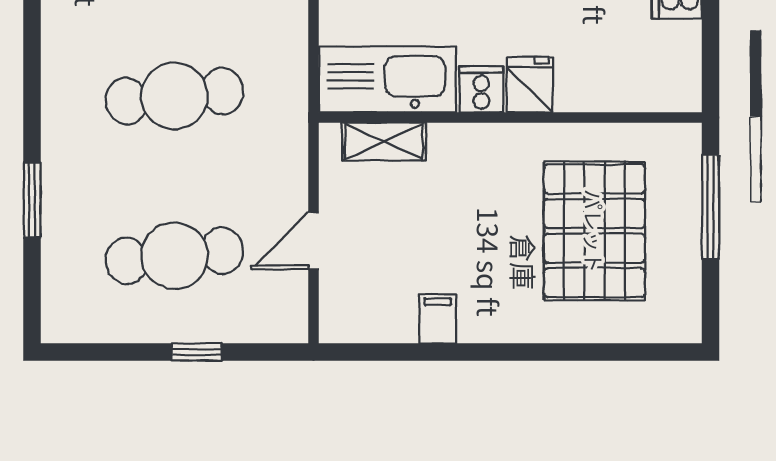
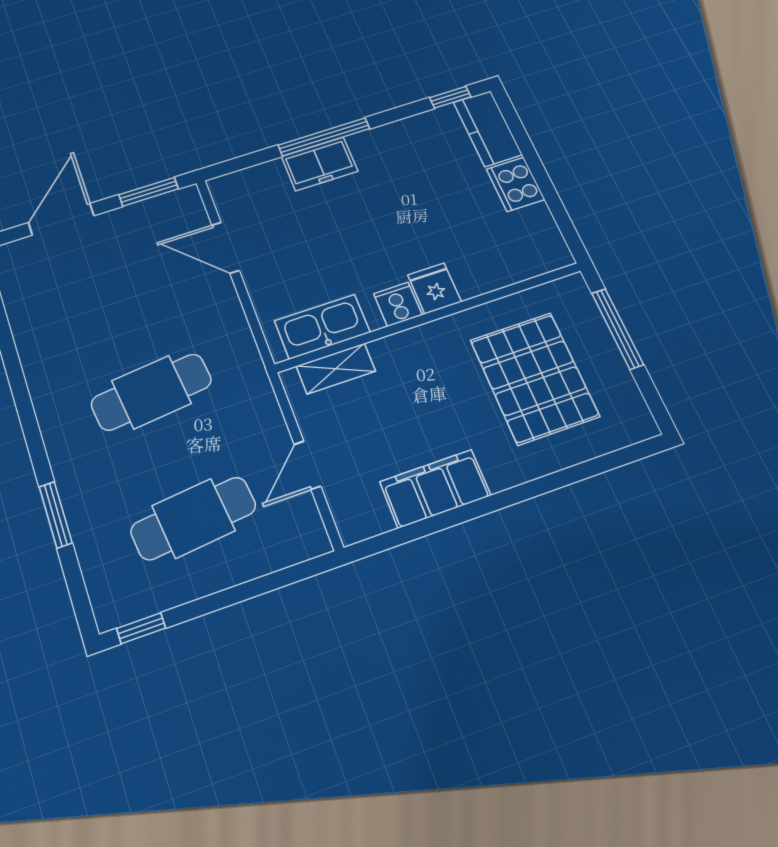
kitchen sink: (387, 80) -> (322, 327), width x0.73, depth x0.81
filing cabinet: (438, 319) -> (435, 489), width x3.00, depth x1.17
window: (197, 352) -> (141, 628), moved

